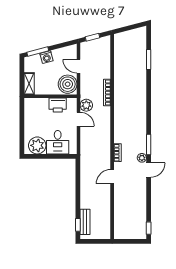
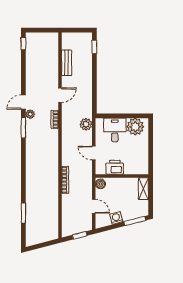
washing machine: (47, 57) -> (116, 218), moved
boiler: (68, 84) -> (100, 184), width x0.54, depth x0.54
plant: (86, 105) -> (86, 124), moved
bench: (85, 222) -> (67, 63), moved

